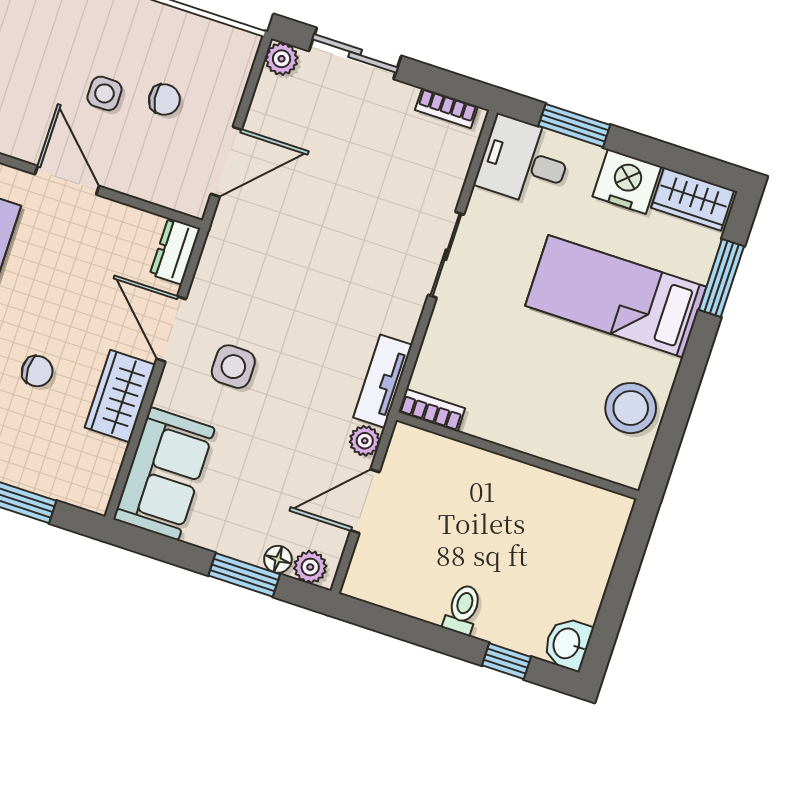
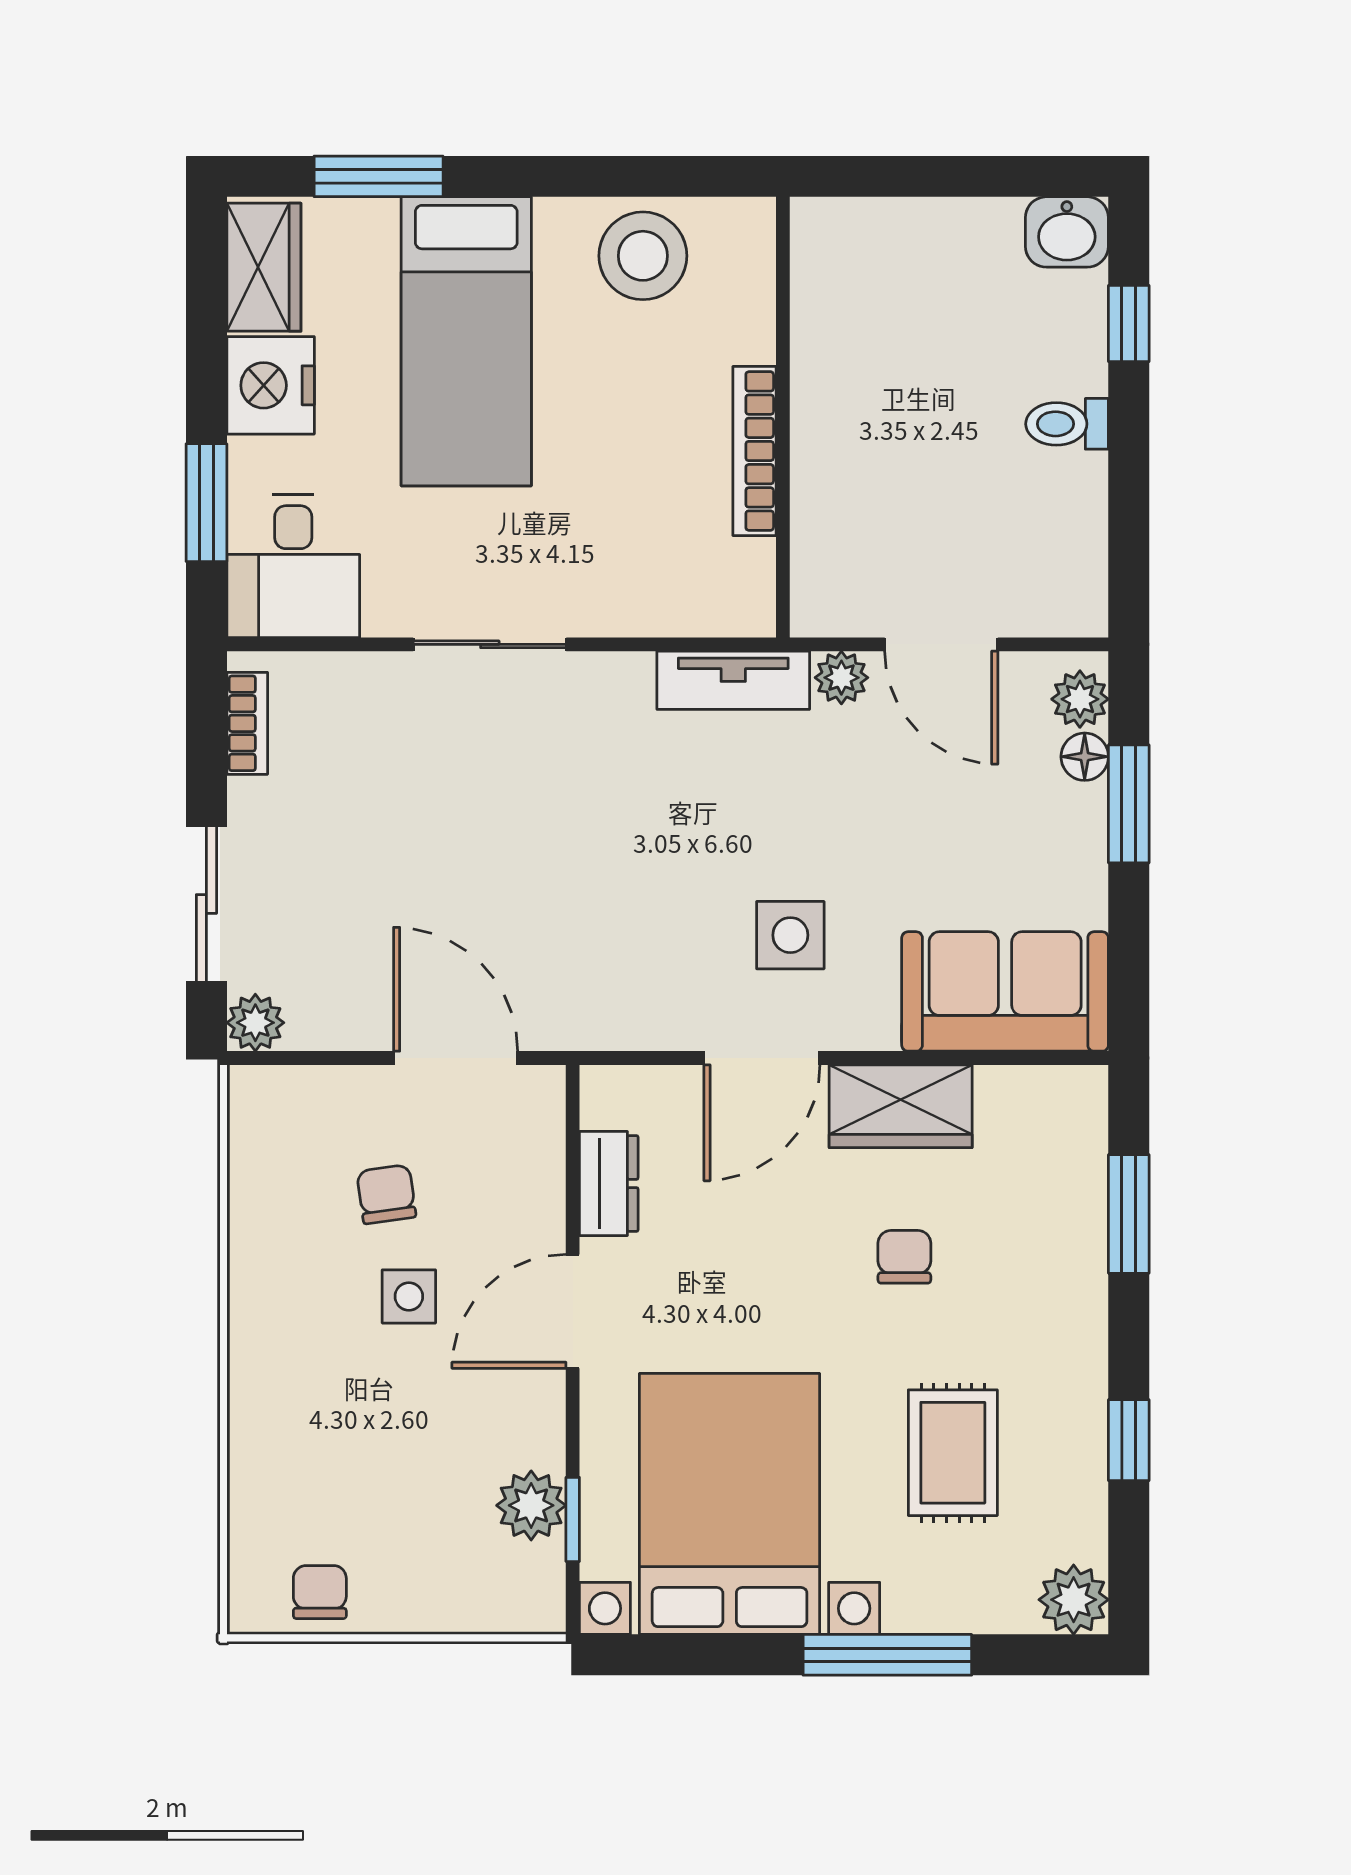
dresser: (175, 251) -> (609, 1183), moved, turned -90
bookcase: (432, 410) -> (754, 451), moved, width x1.56

